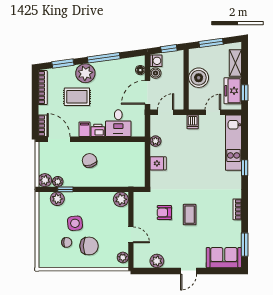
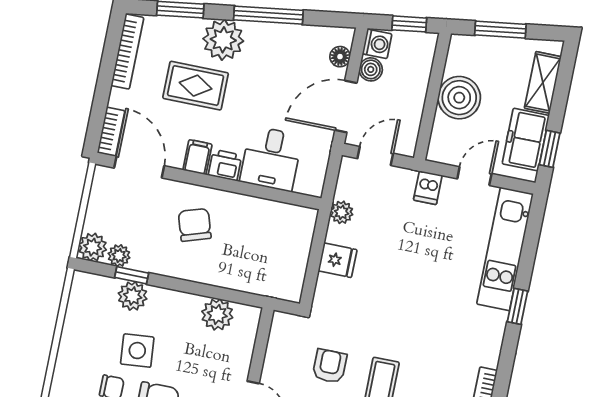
plant: (57, 199) -> (133, 296), moved
plant: (121, 199) -> (217, 314), moved
armchair: (164, 212) -> (330, 366), turned 90

